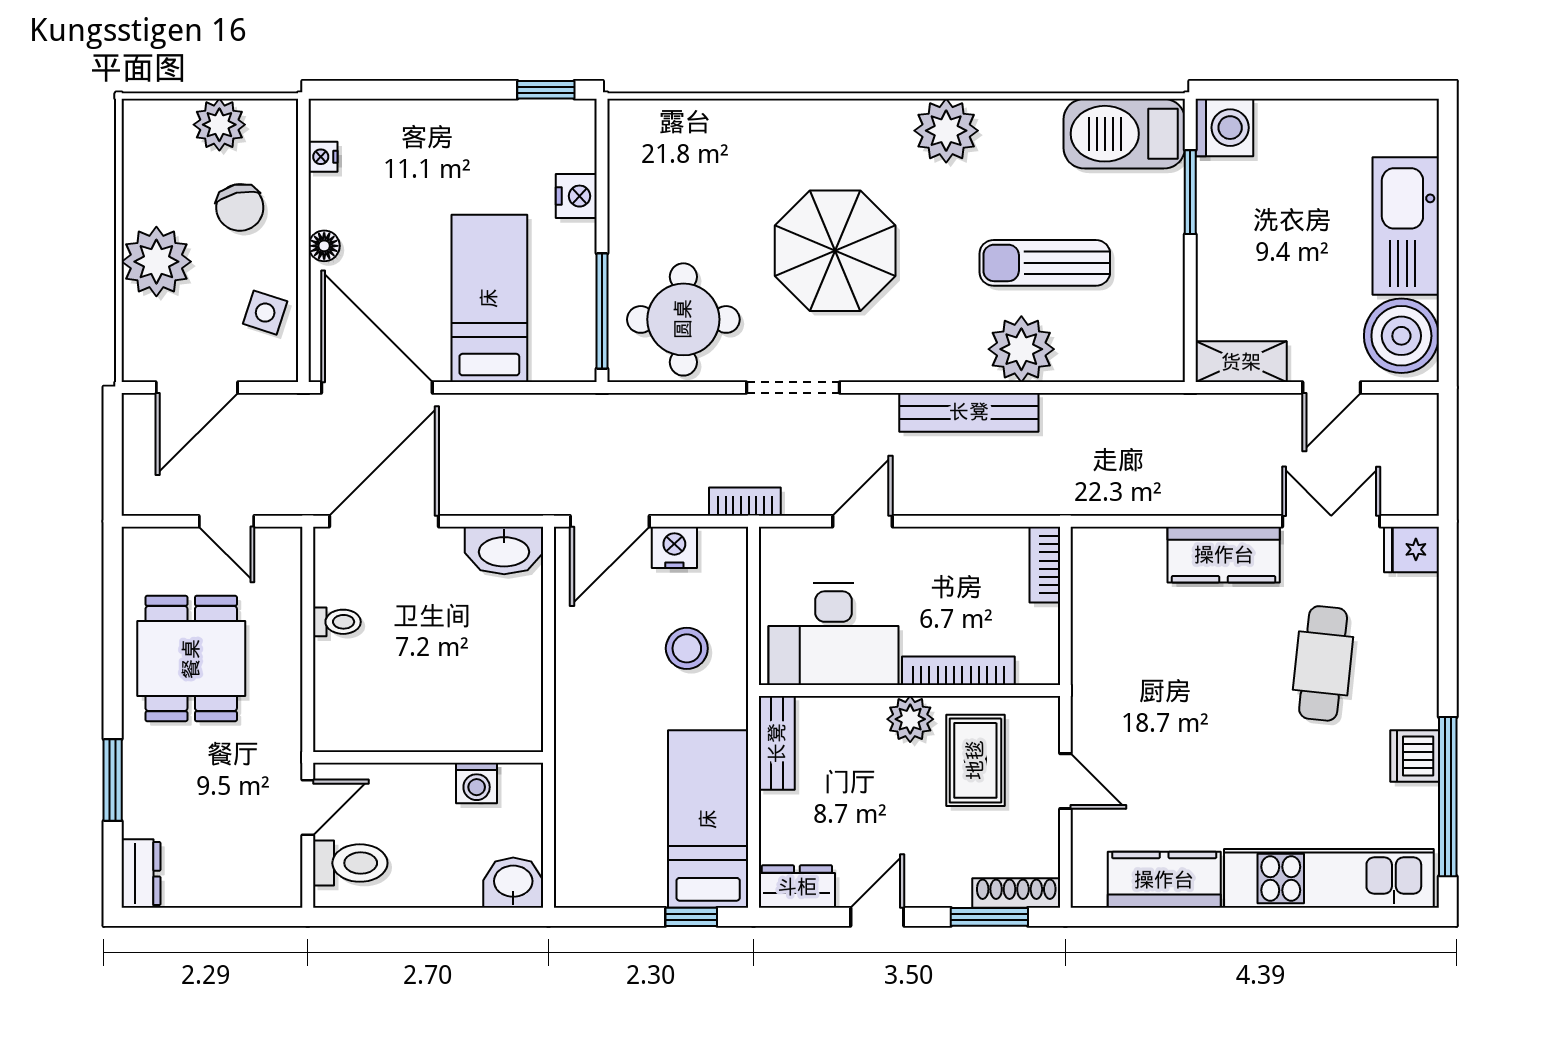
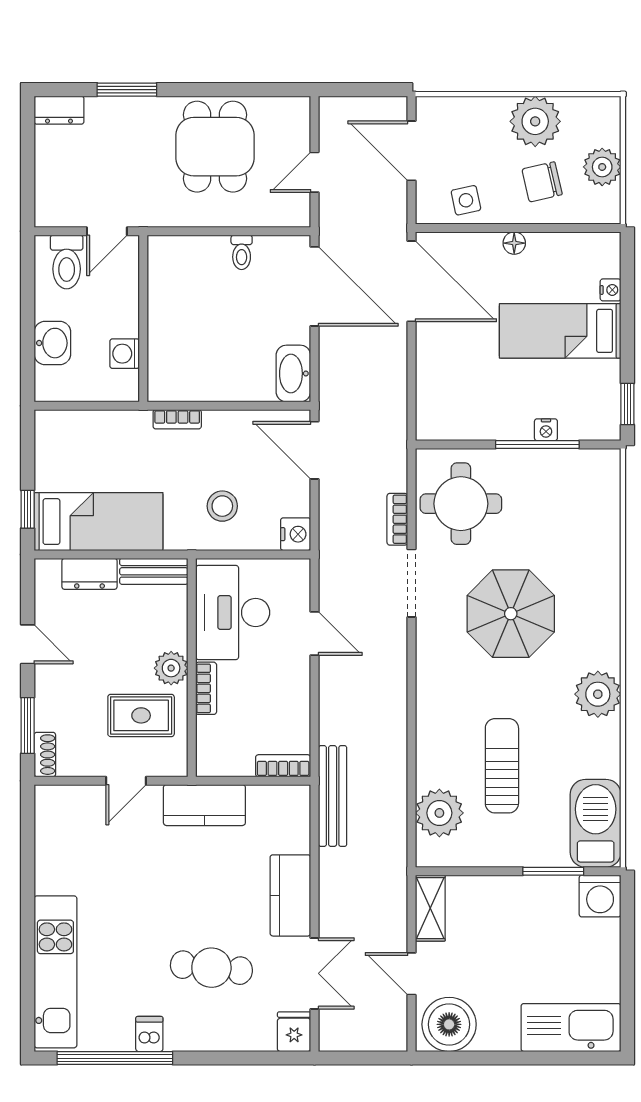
nightstand: (323, 157) -> (611, 290), moved, turned 90
nightstand: (576, 196) -> (546, 430), width x0.72, depth x0.74
kitchen sink: (1406, 226) -> (571, 1028), moved
plant: (156, 262) -> (535, 121), moved
bed: (489, 298) -> (560, 331), moved, turned 180
window: (602, 311) -> (537, 445), moved
side table: (265, 313) -> (466, 200), turned -30
plant: (1021, 349) -> (439, 813), moved
door: (377, 387) -> (412, 281), hinge flipped
bench: (969, 412) -> (333, 796), moved
bookcase: (745, 502) -> (397, 519), moved, turned 180
nightstand: (674, 547) -> (296, 534), moved
dining table: (191, 659) -> (215, 147), turned 90
bookcase: (958, 671) -> (206, 688), width x0.64
bookcase: (567, 711) -> (177, 419), added
dishwasher: (1415, 756) -> (149, 1034), width x0.73
door: (308, 807) -> (107, 231), hinge flipped
kitchen counter: (1164, 880) -> (204, 805), moved, turned 90
washbasin: (513, 883) -> (52, 343), moved
dresser: (797, 887) -> (89, 574), moved, turned 90
shoe rack: (1016, 893) -> (45, 755), width x0.70

